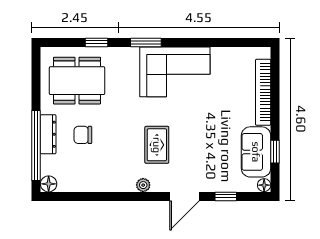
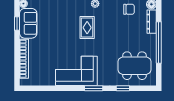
dresser: (48, 134) -> (152, 22), moved
chair: (83, 135) -> (129, 9), moved
window: (36, 145) -> (159, 42), moved

